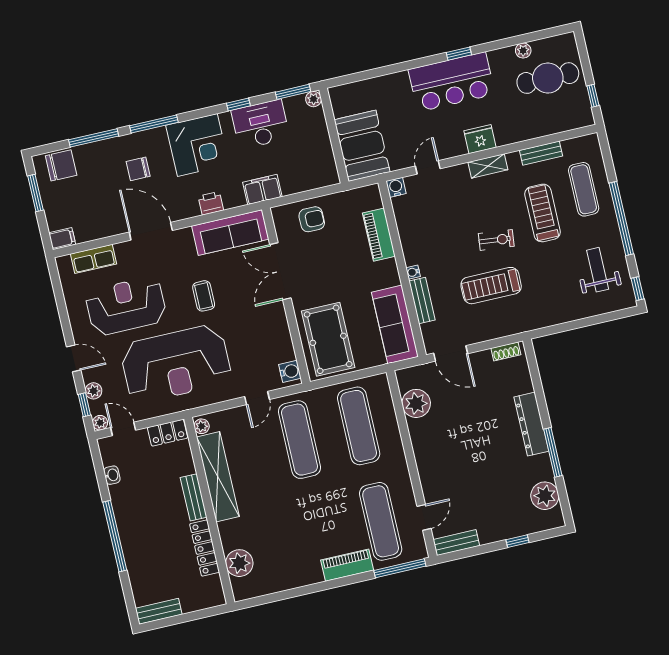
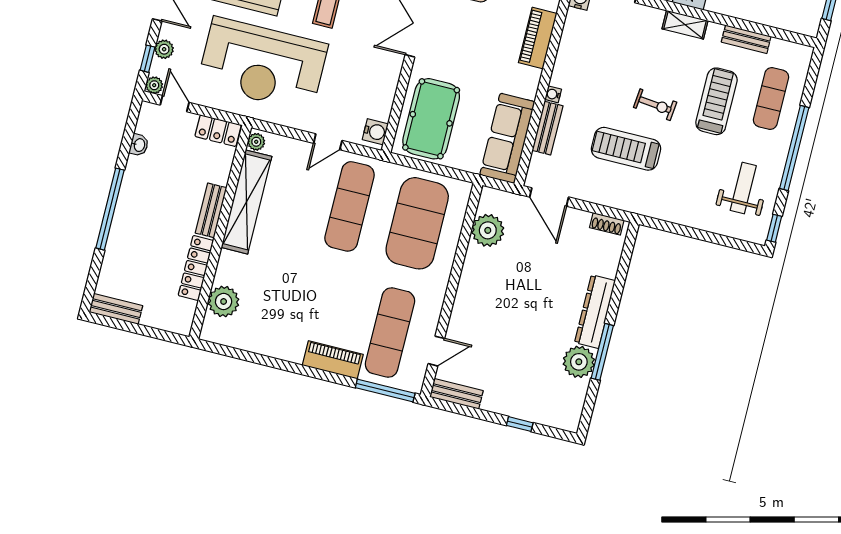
exercise mat: (359, 426) -> (417, 223), width x1.47
plant: (545, 496) -> (579, 362), moved

